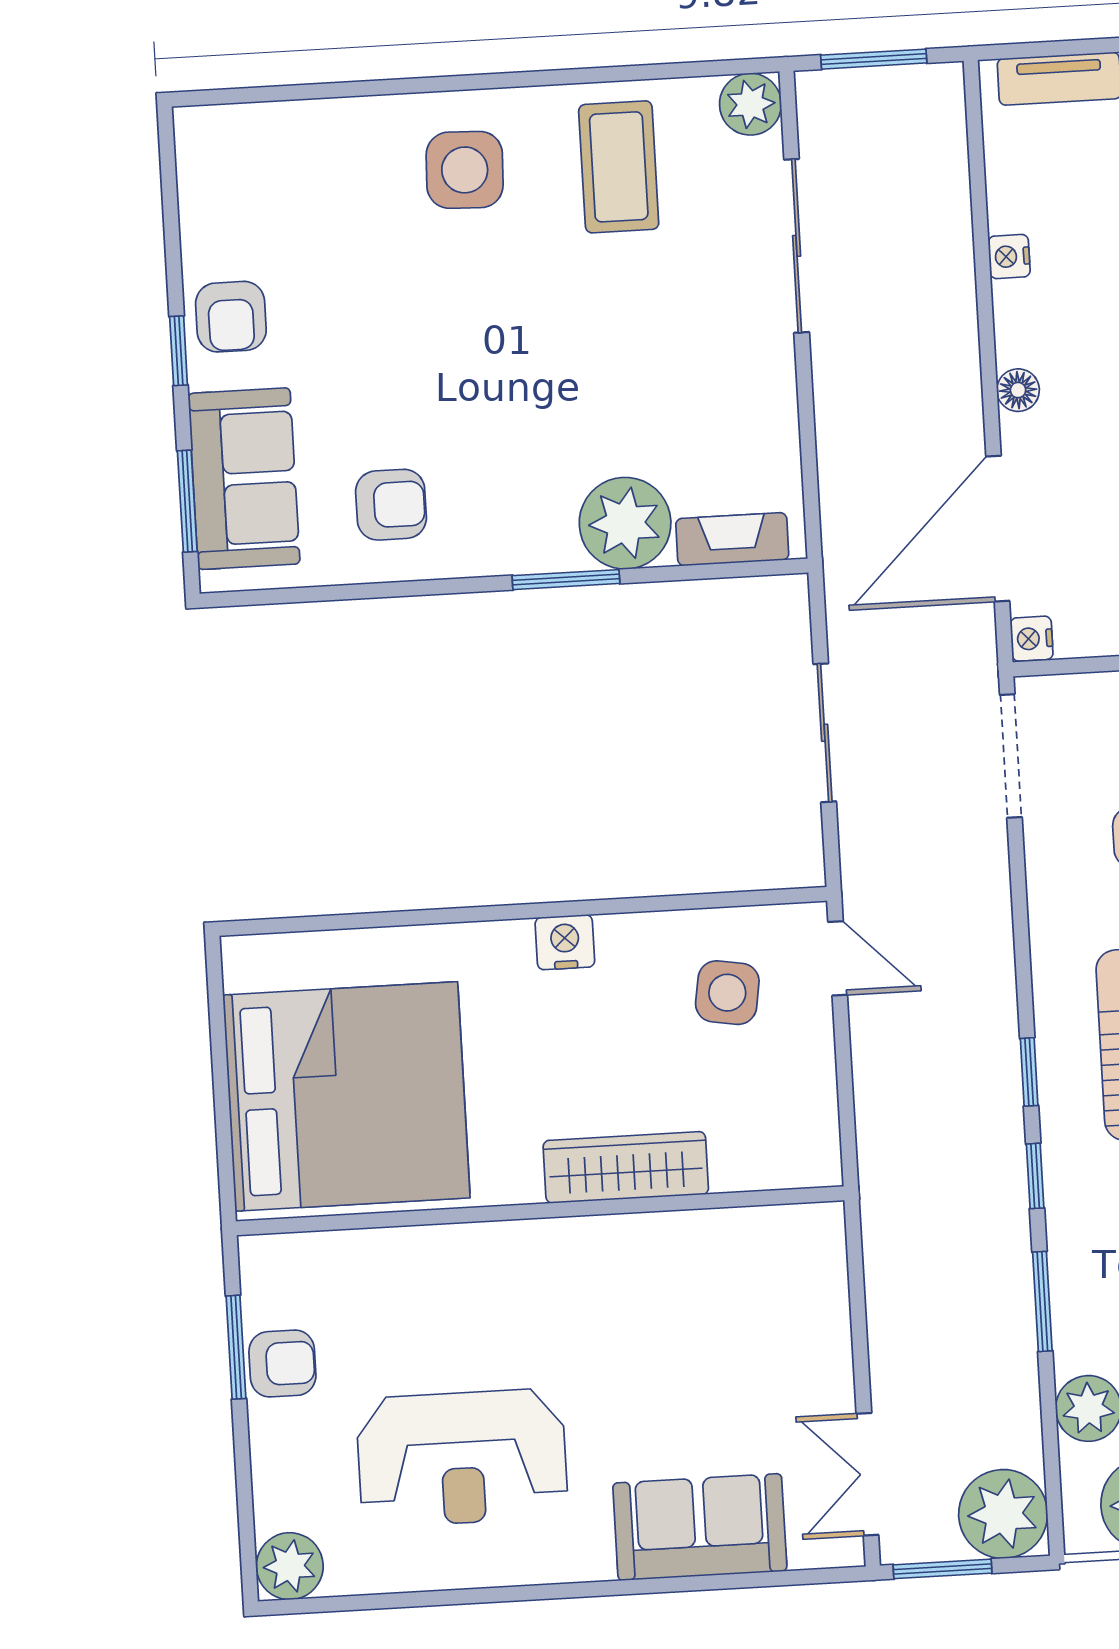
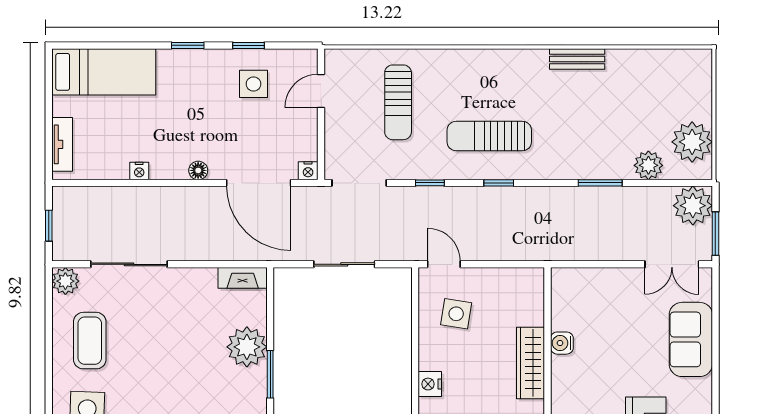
window: (874, 59) -> (49, 226), width x0.67
coffee table: (619, 167) -> (90, 341), turned 90
fireplace: (732, 539) -> (243, 278), moved, turned -90
door: (838, 958) -> (444, 264), hinge flipped
window: (1035, 1176) -> (430, 183), moved
water cooler: (675, 1236) -> (562, 343), added

